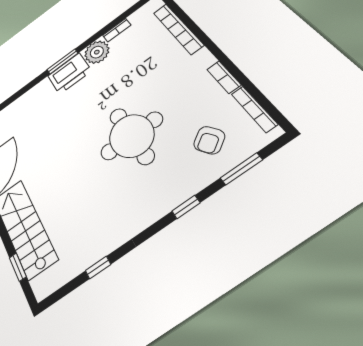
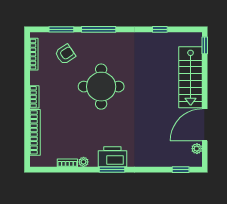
plant: (97, 52) -> (83, 162), width x0.53, depth x0.53
bookcase: (224, 77) -> (34, 97), moved
window: (186, 207) -> (99, 29), width x2.17
window: (18, 267) -> (205, 45), moved

